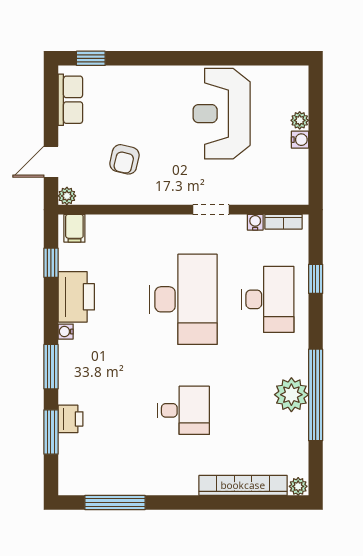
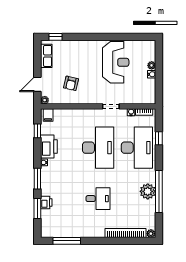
reception desk: (222, 114) -> (116, 62), turned 180
desk: (268, 299) -> (137, 148), width x1.36, depth x1.30

